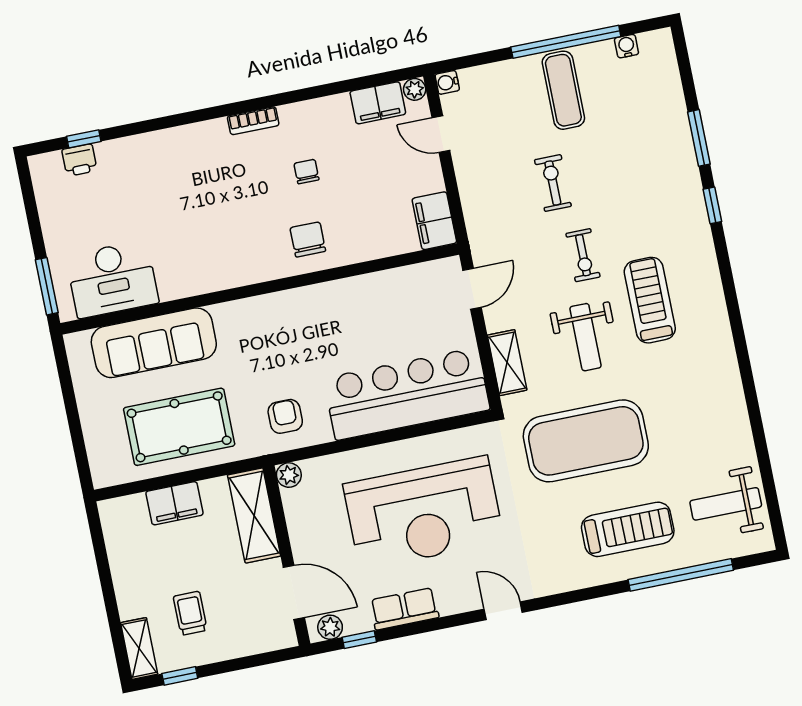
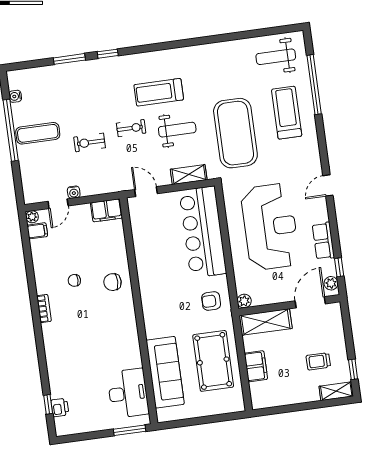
water cooler: (447, 82) -> (74, 192), moved
filing cabinet: (378, 103) -> (37, 231), width x0.50
weight bench: (726, 504) -> (276, 57), turned 90

